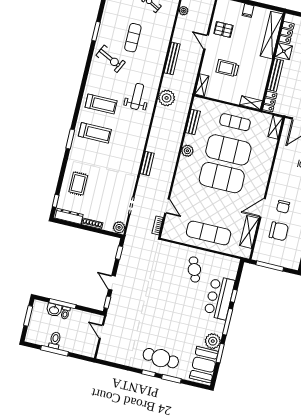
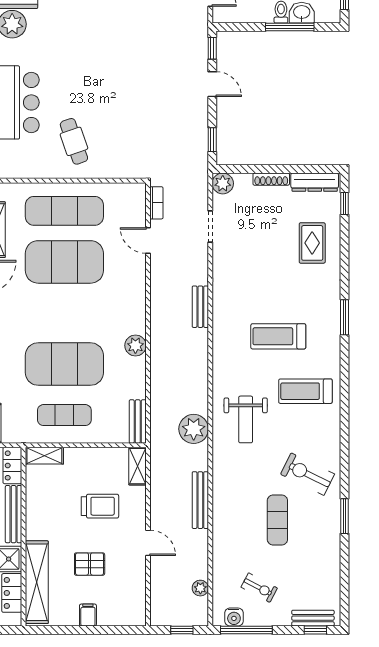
pallet: (223, 30) -> (90, 564), moved
bench: (193, 122) -> (138, 421), moved
treadmill: (95, 133) -> (278, 336), moved
exercise mat: (222, 178) -> (64, 262), moved

